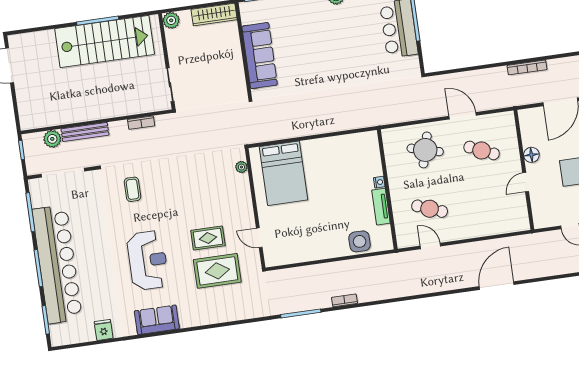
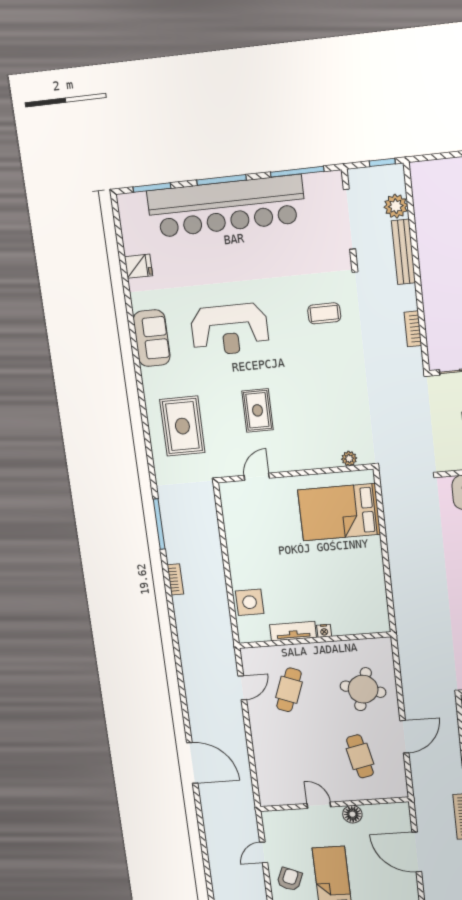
cafe table: (482, 150) -> (360, 756), turned -36
rug: (217, 271) -> (182, 426), moved

